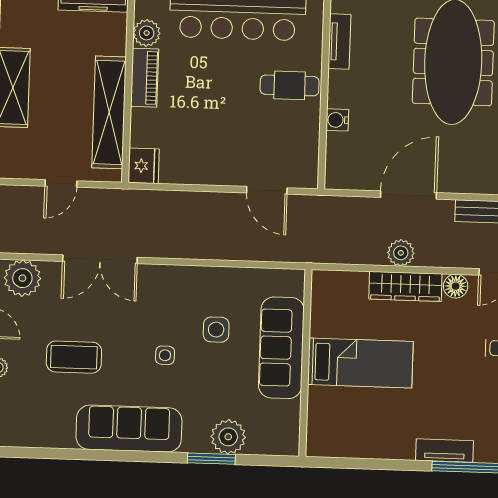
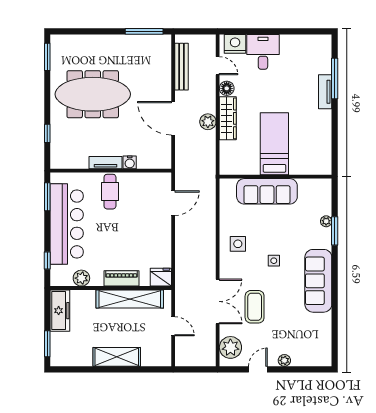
tv unit: (339, 42) -> (106, 163), moved
piano: (145, 78) -> (122, 278), moved
side table: (216, 330) -> (238, 244), moved
coffee table: (74, 357) -> (255, 307), moved
plant: (228, 437) -> (326, 221), width x0.53, depth x0.53

